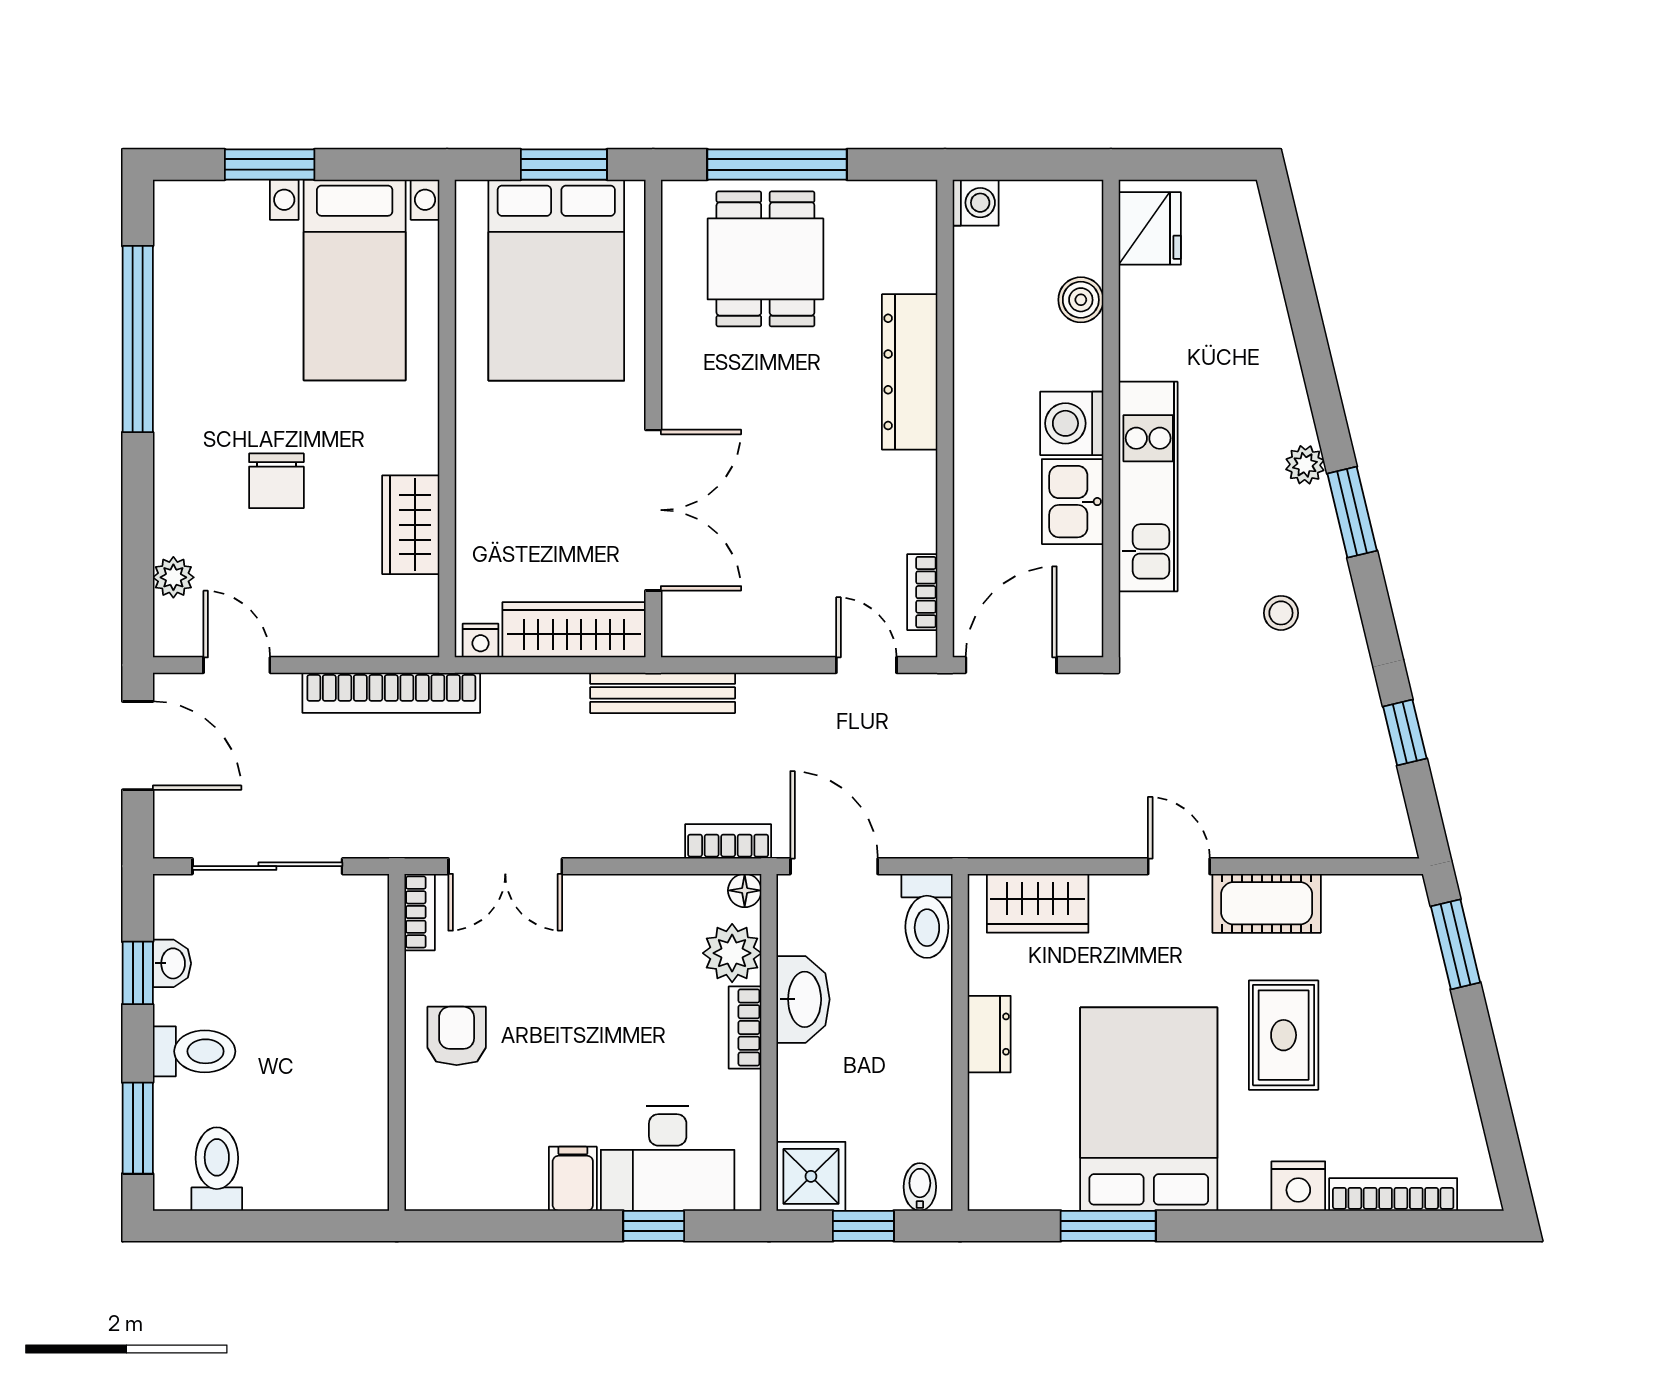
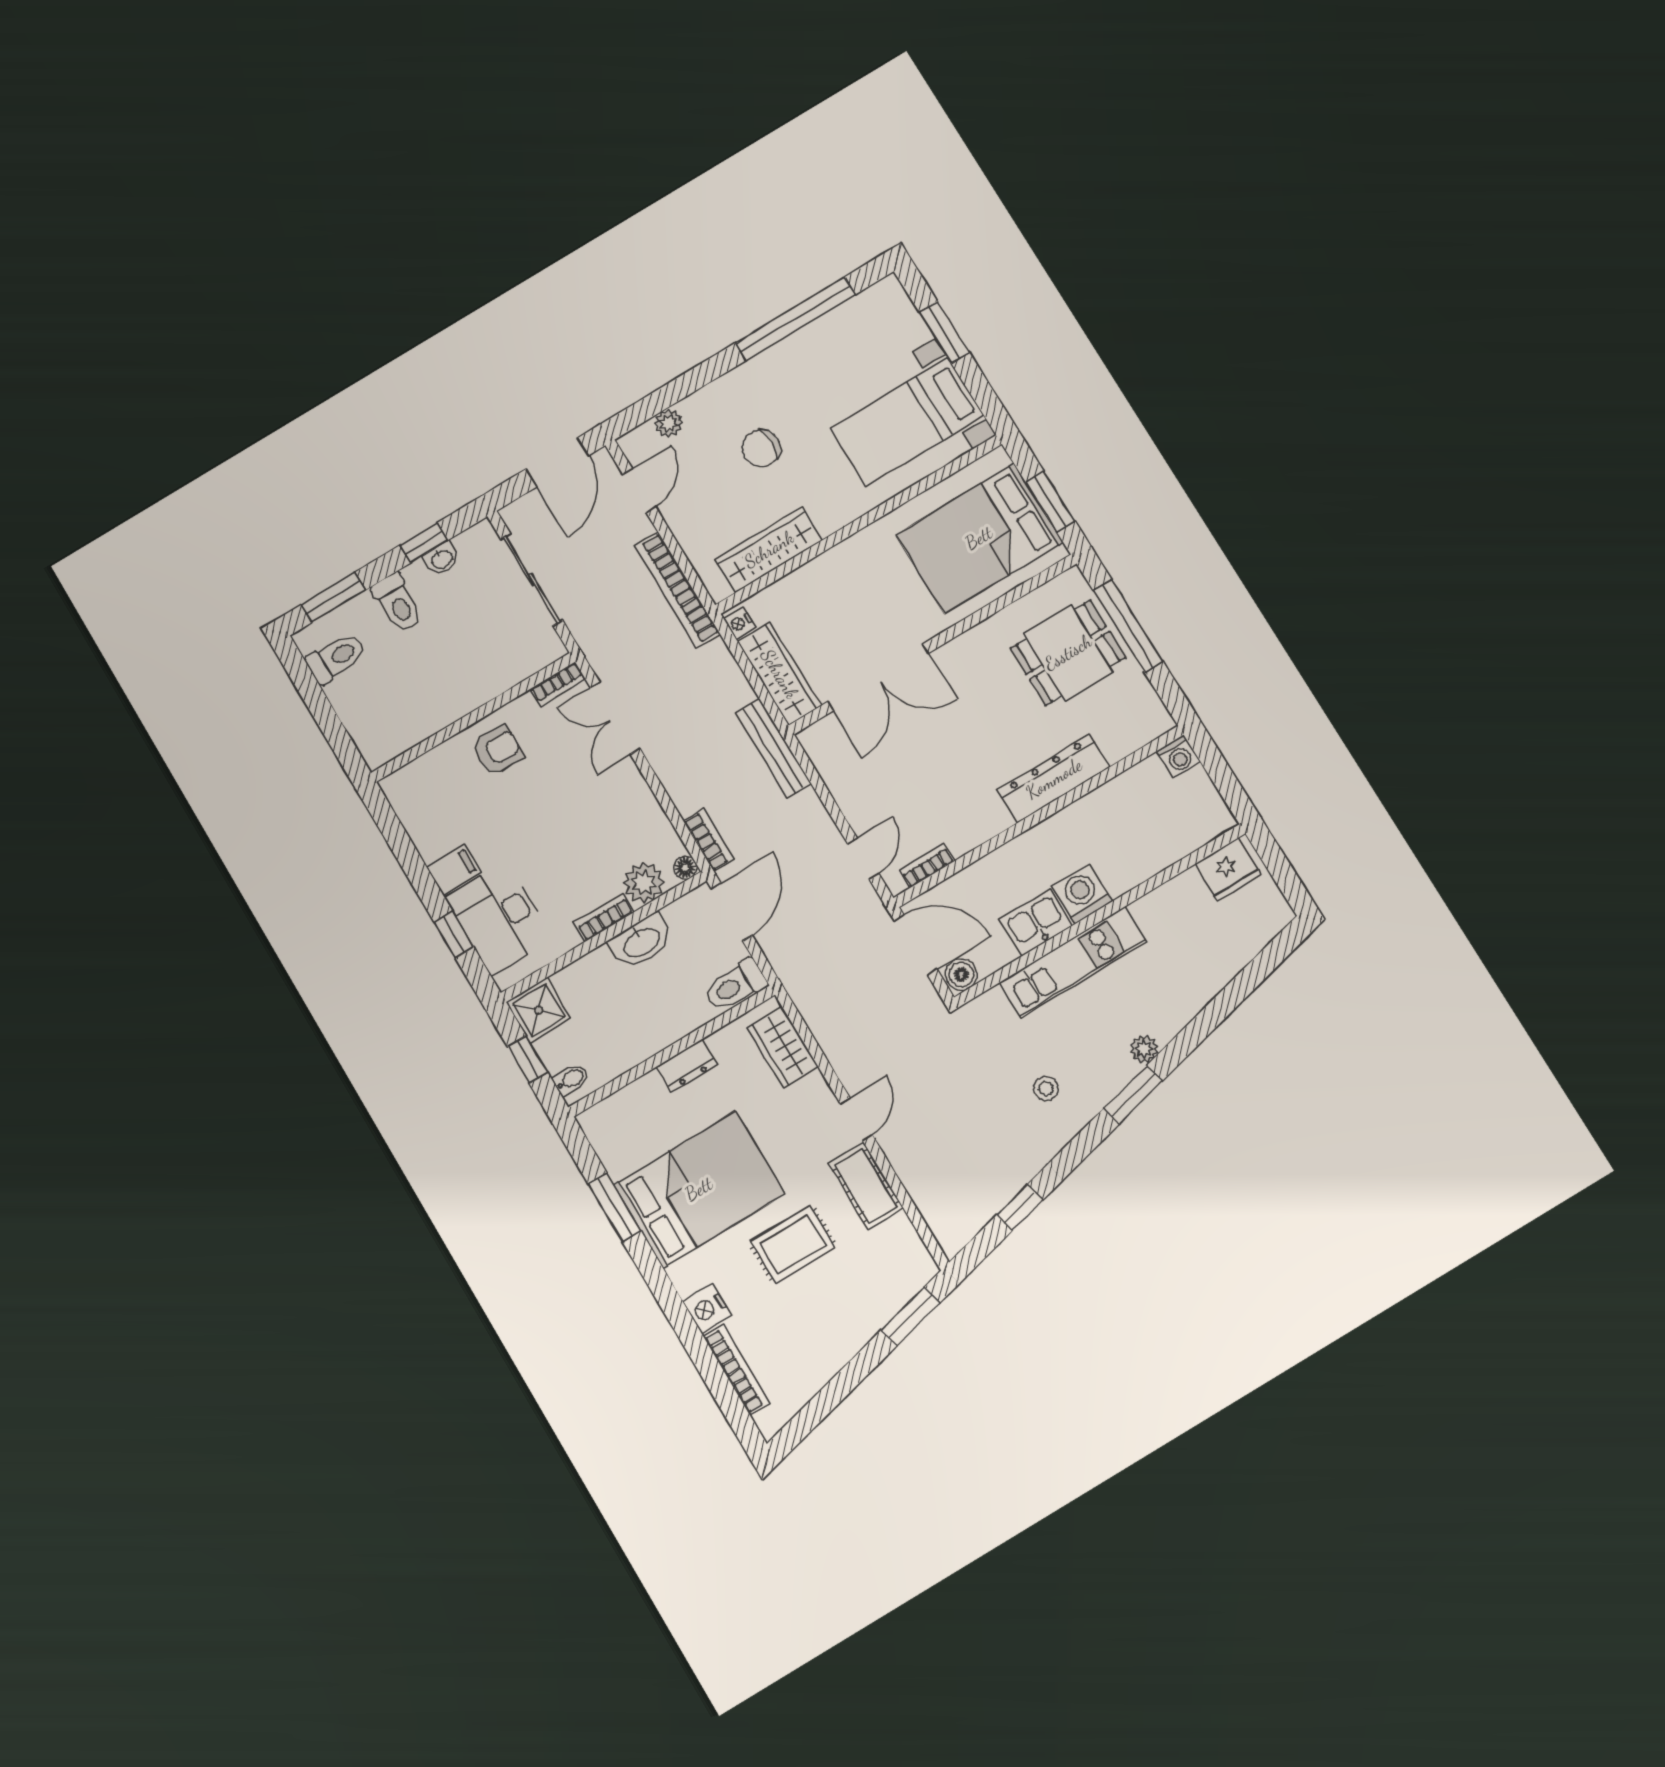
boiler: (1081, 300) -> (961, 974), moved
wardrobe: (411, 525) -> (769, 550), width x1.50

